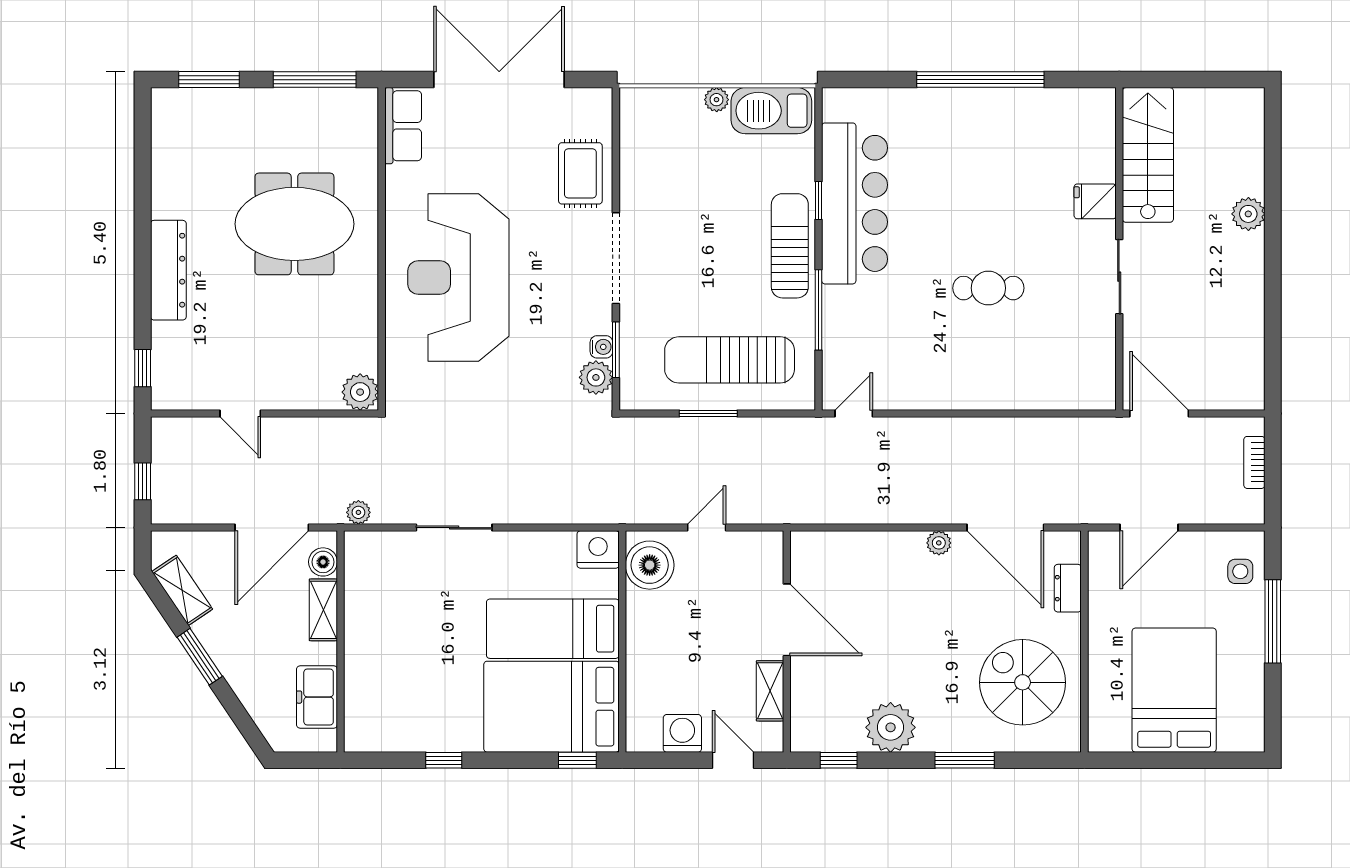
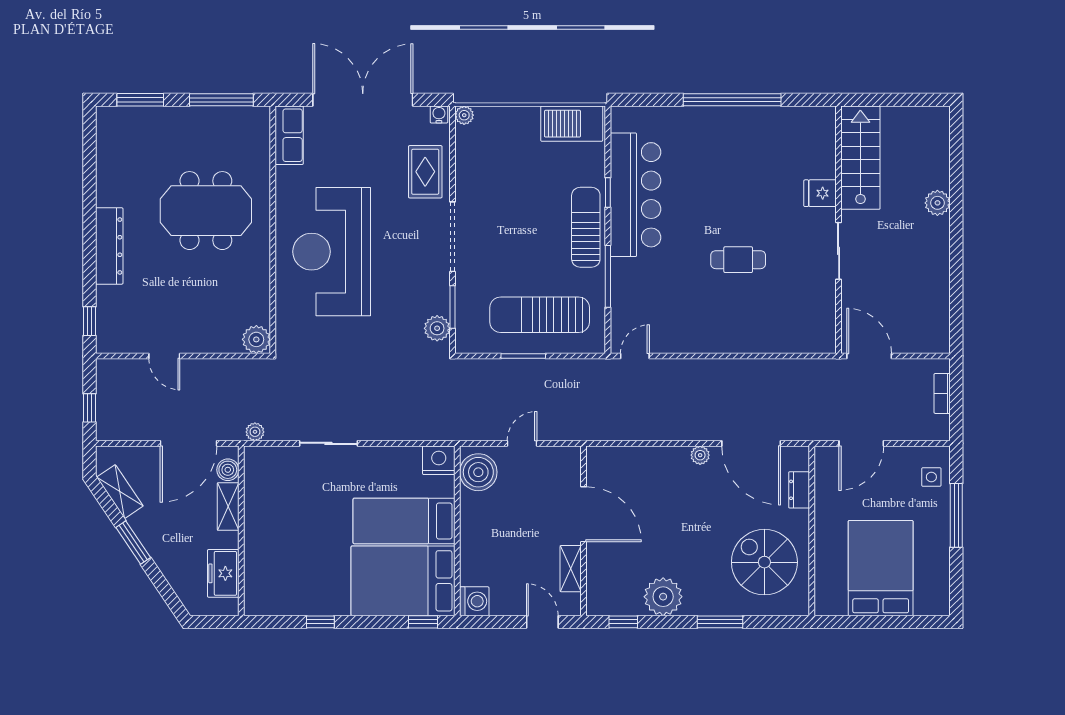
plant: (717, 100) -> (464, 115), moved
water cooler: (601, 347) -> (439, 114), moved, turned -90
washing machine: (682, 733) -> (474, 601), moved, turned 90

